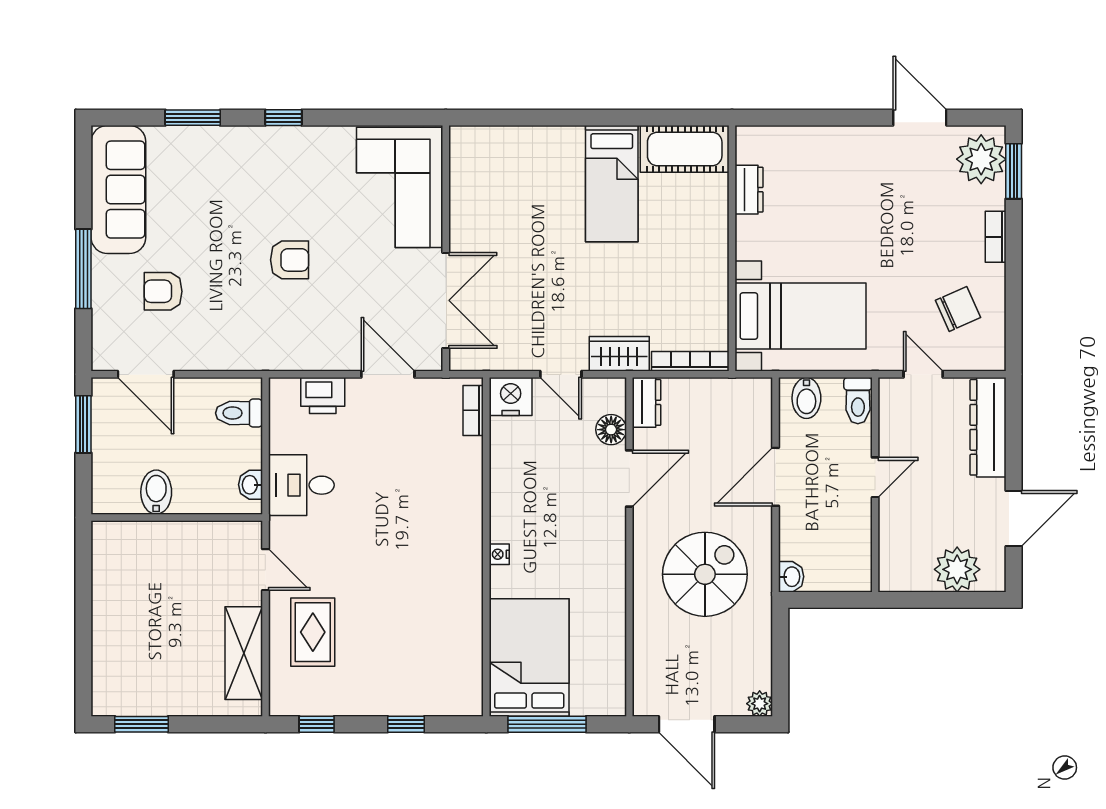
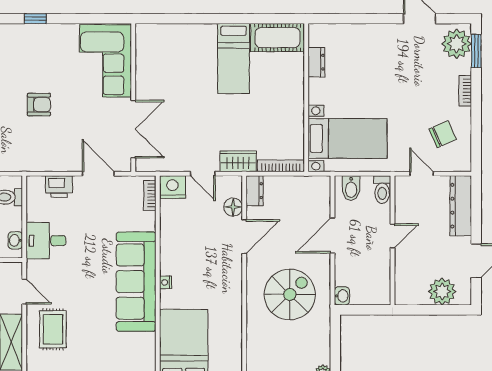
sofa: (450, 553) -> (136, 282), added

